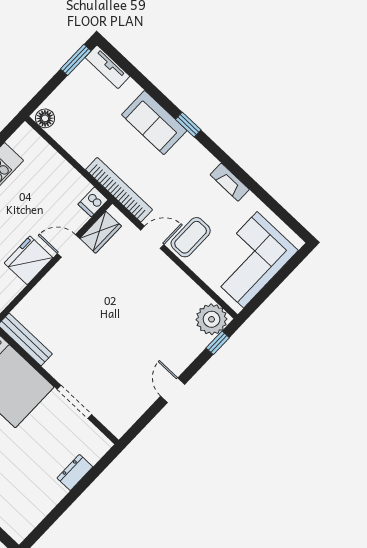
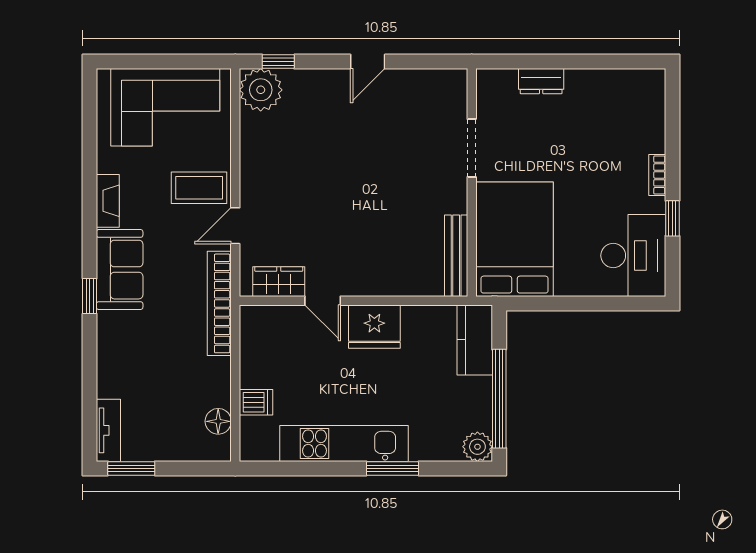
floor lamp: (45, 118) -> (218, 421), moved
sofa: (154, 123) -> (120, 270), moved
dishwasher: (93, 202) -> (256, 402), moved
door: (152, 237) -> (235, 226), hinge flipped

